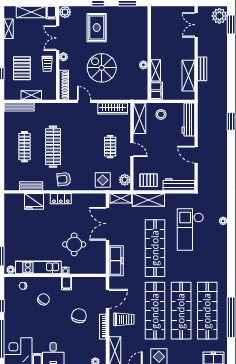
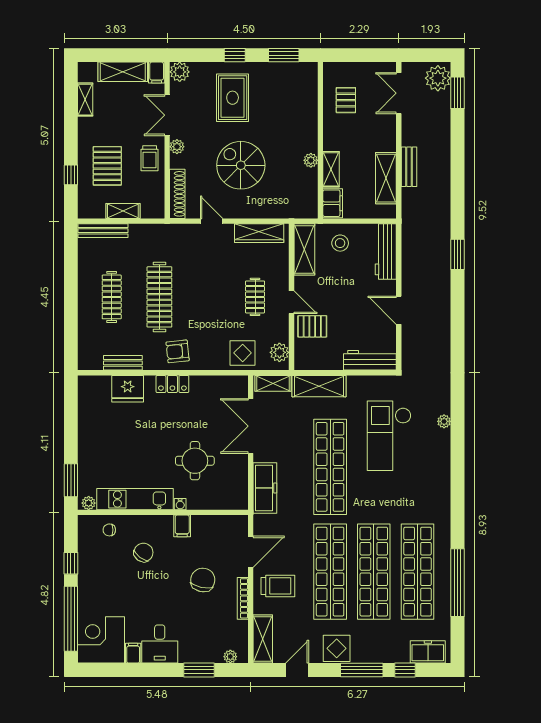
pallet: (164, 29) -> (346, 100), added
pallet: (149, 180) -> (312, 326), moved

